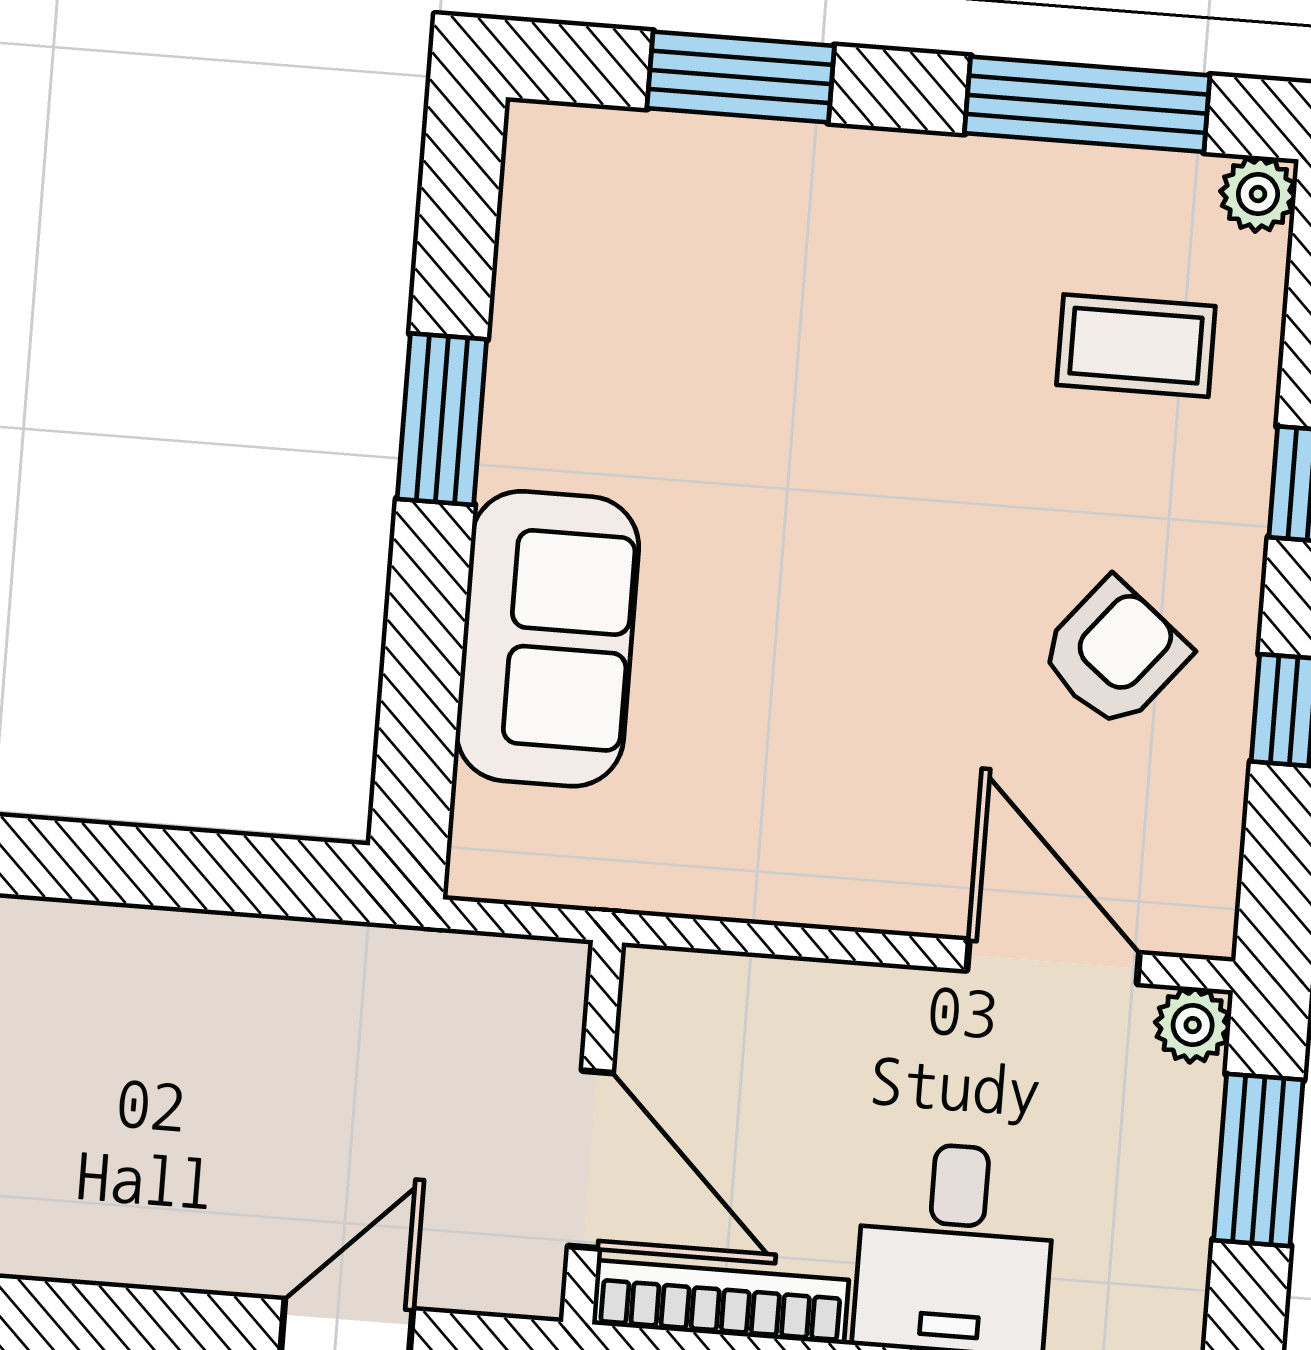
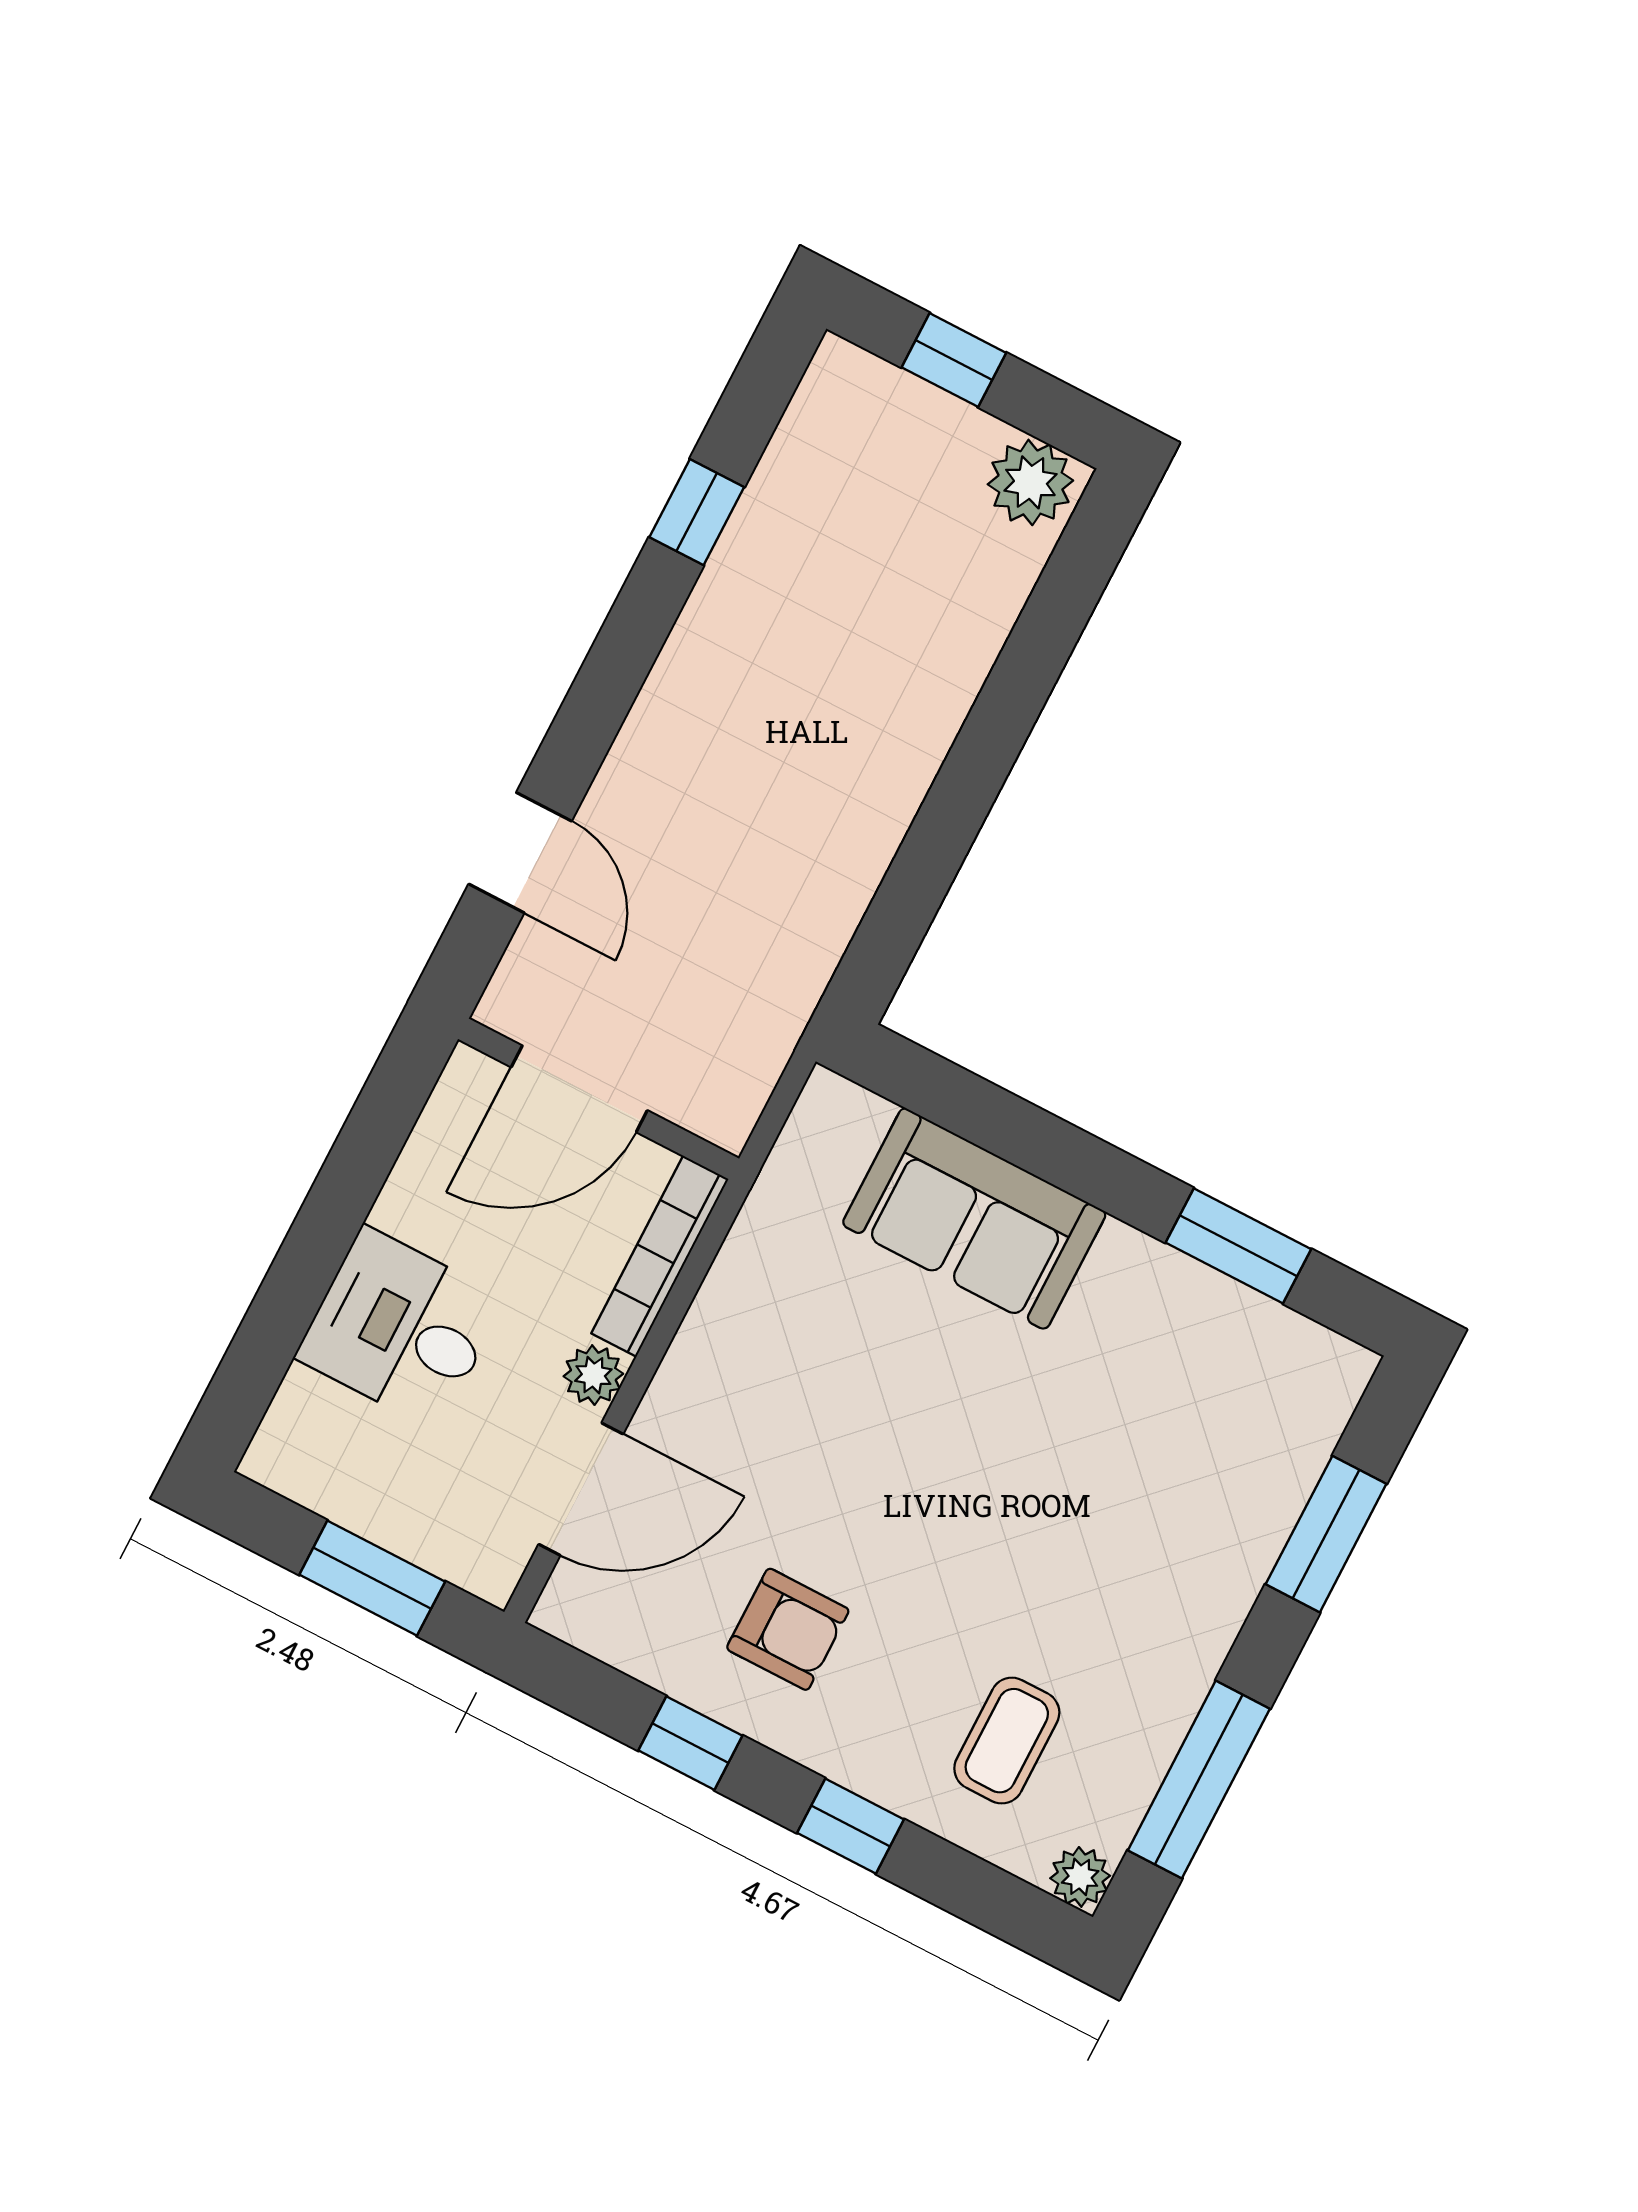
window: (442, 419) -> (1238, 1246), moved
armchair: (1114, 654) -> (788, 1629), turned -39
plant: (1193, 1025) -> (593, 1375), moved
bookcase: (721, 1302) -> (660, 1256), moved, turned 180

